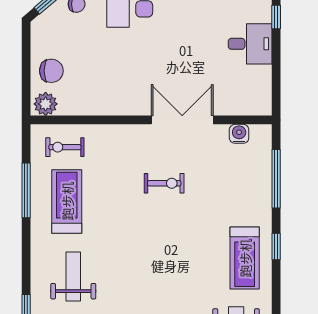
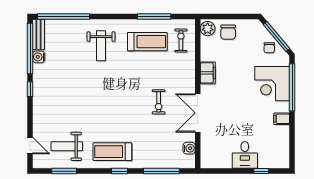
filing cabinet: (117, 104) -> (208, 73), added
double door: (182, 120) -> (198, 113), swing flipped
weight bench: (73, 276) -> (101, 46), turned 90

